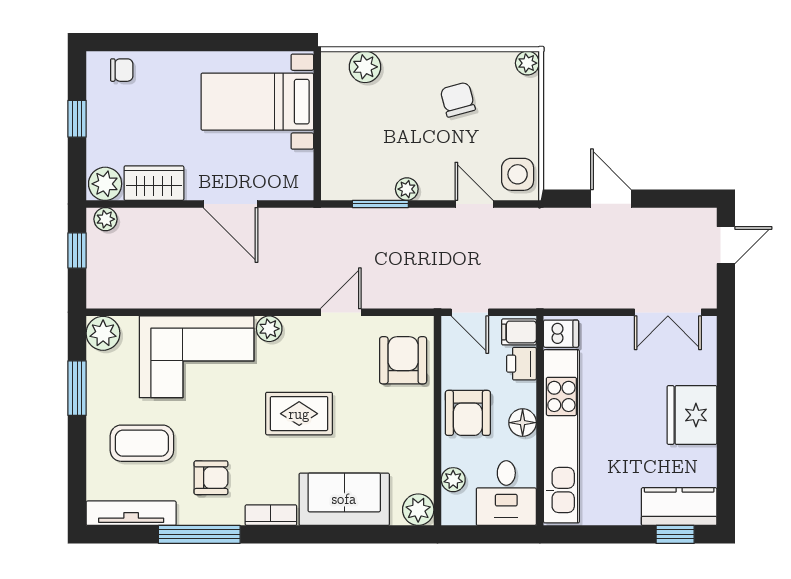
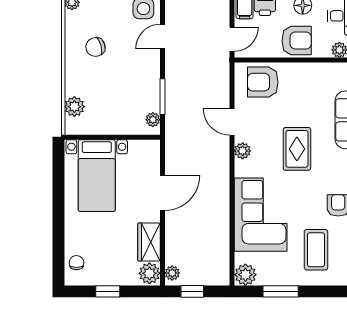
plant: (407, 189) -> (153, 120), moved
plant: (269, 329) -> (243, 151), moved

